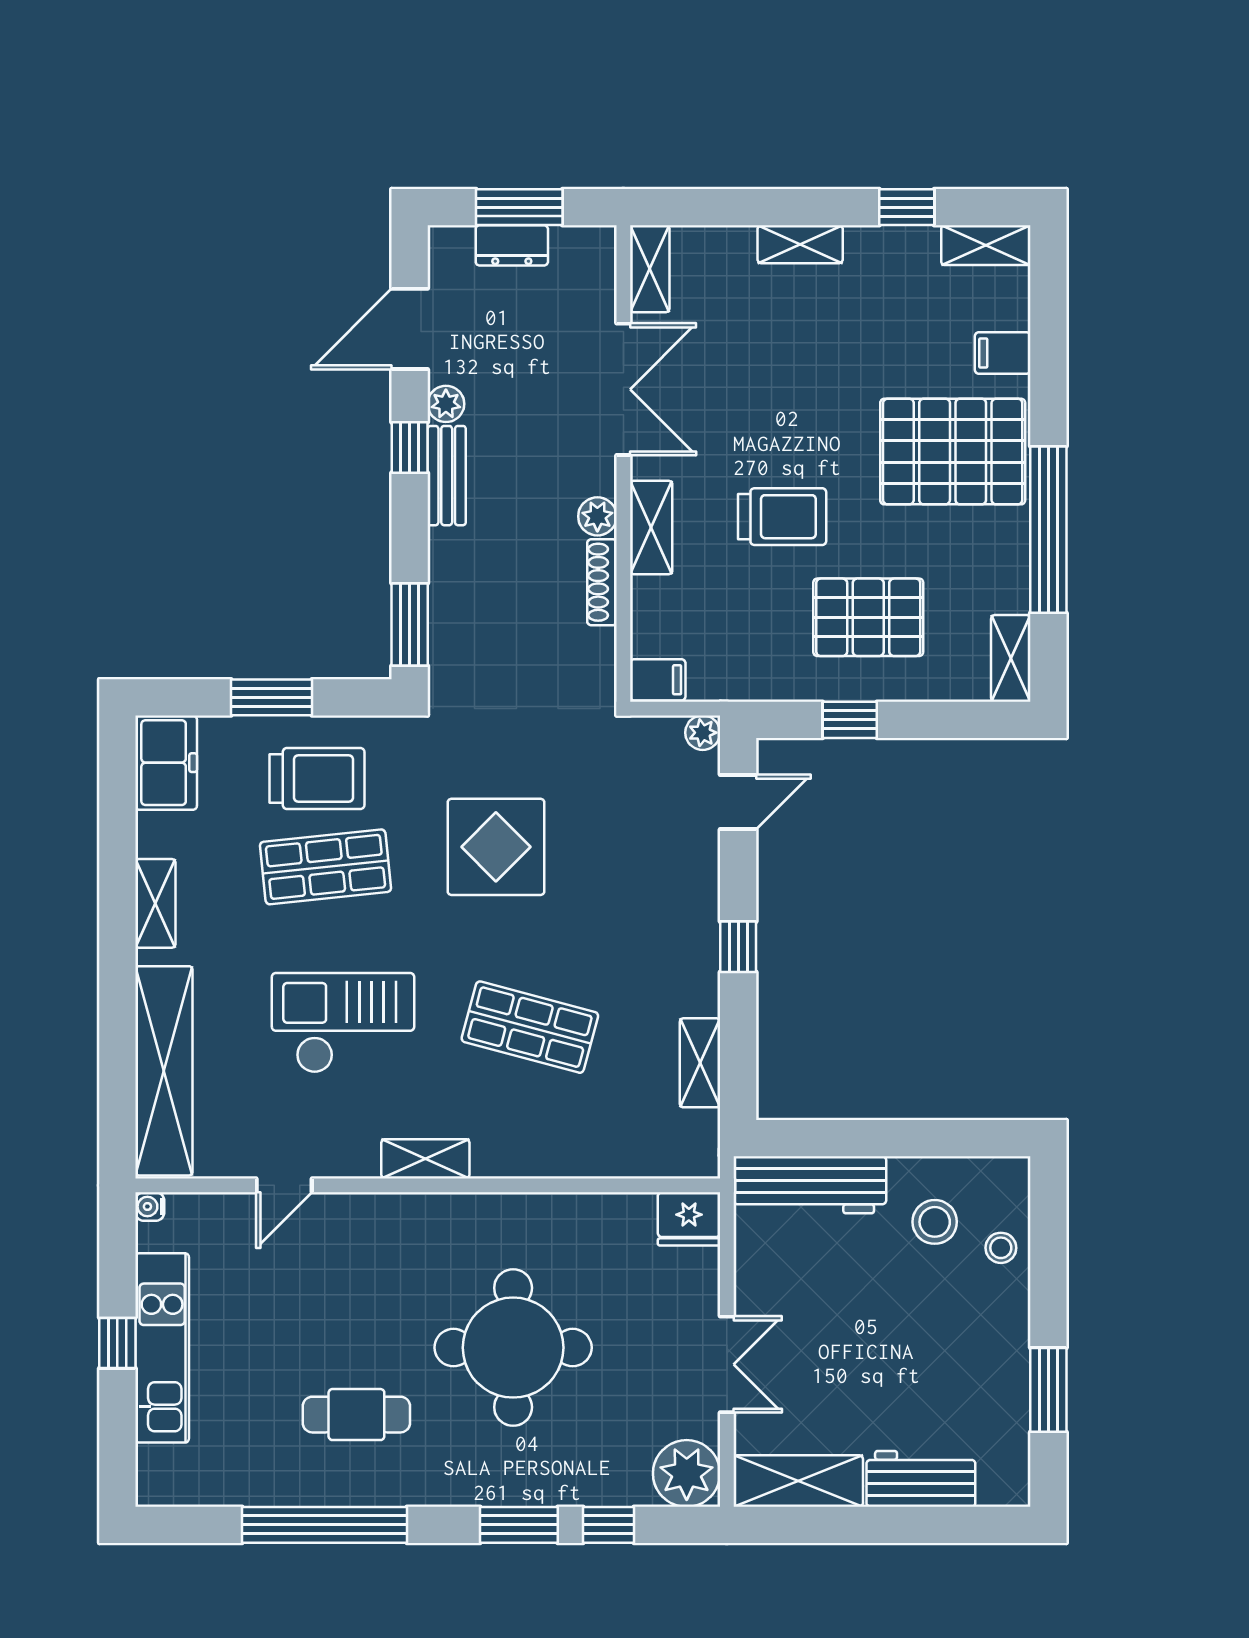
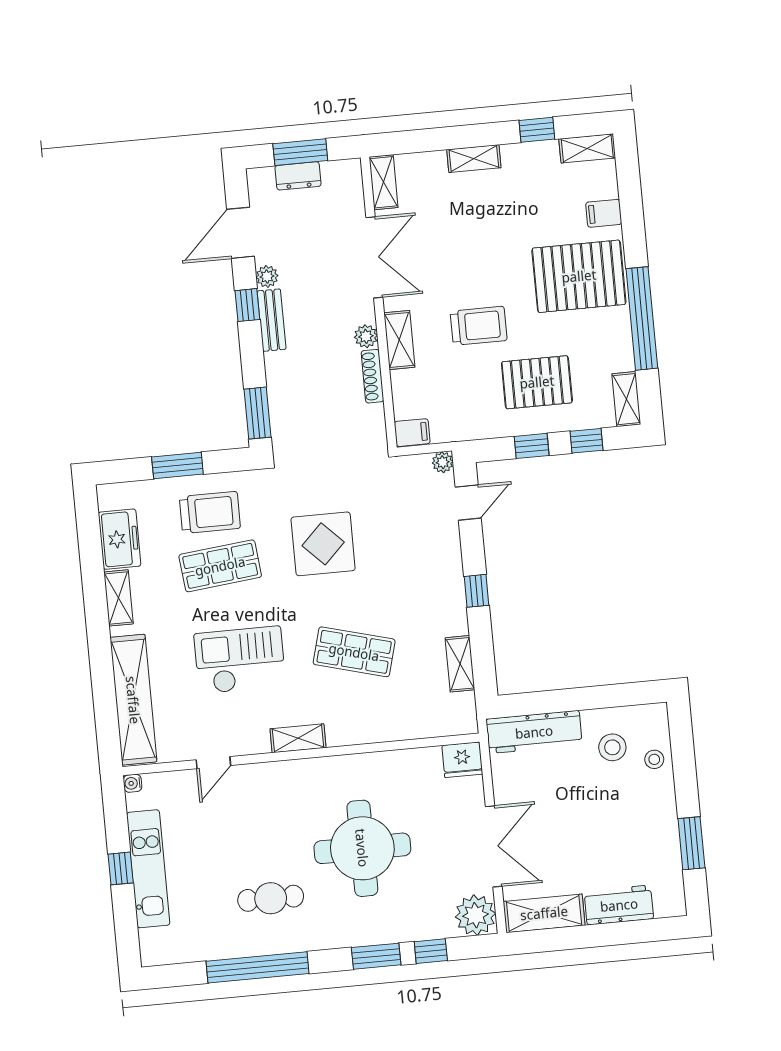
window: (940, 720) -> (586, 441), added
freezer: (166, 763) -> (120, 539), moved
double door: (727, 1364) -> (494, 846), width x1.37

